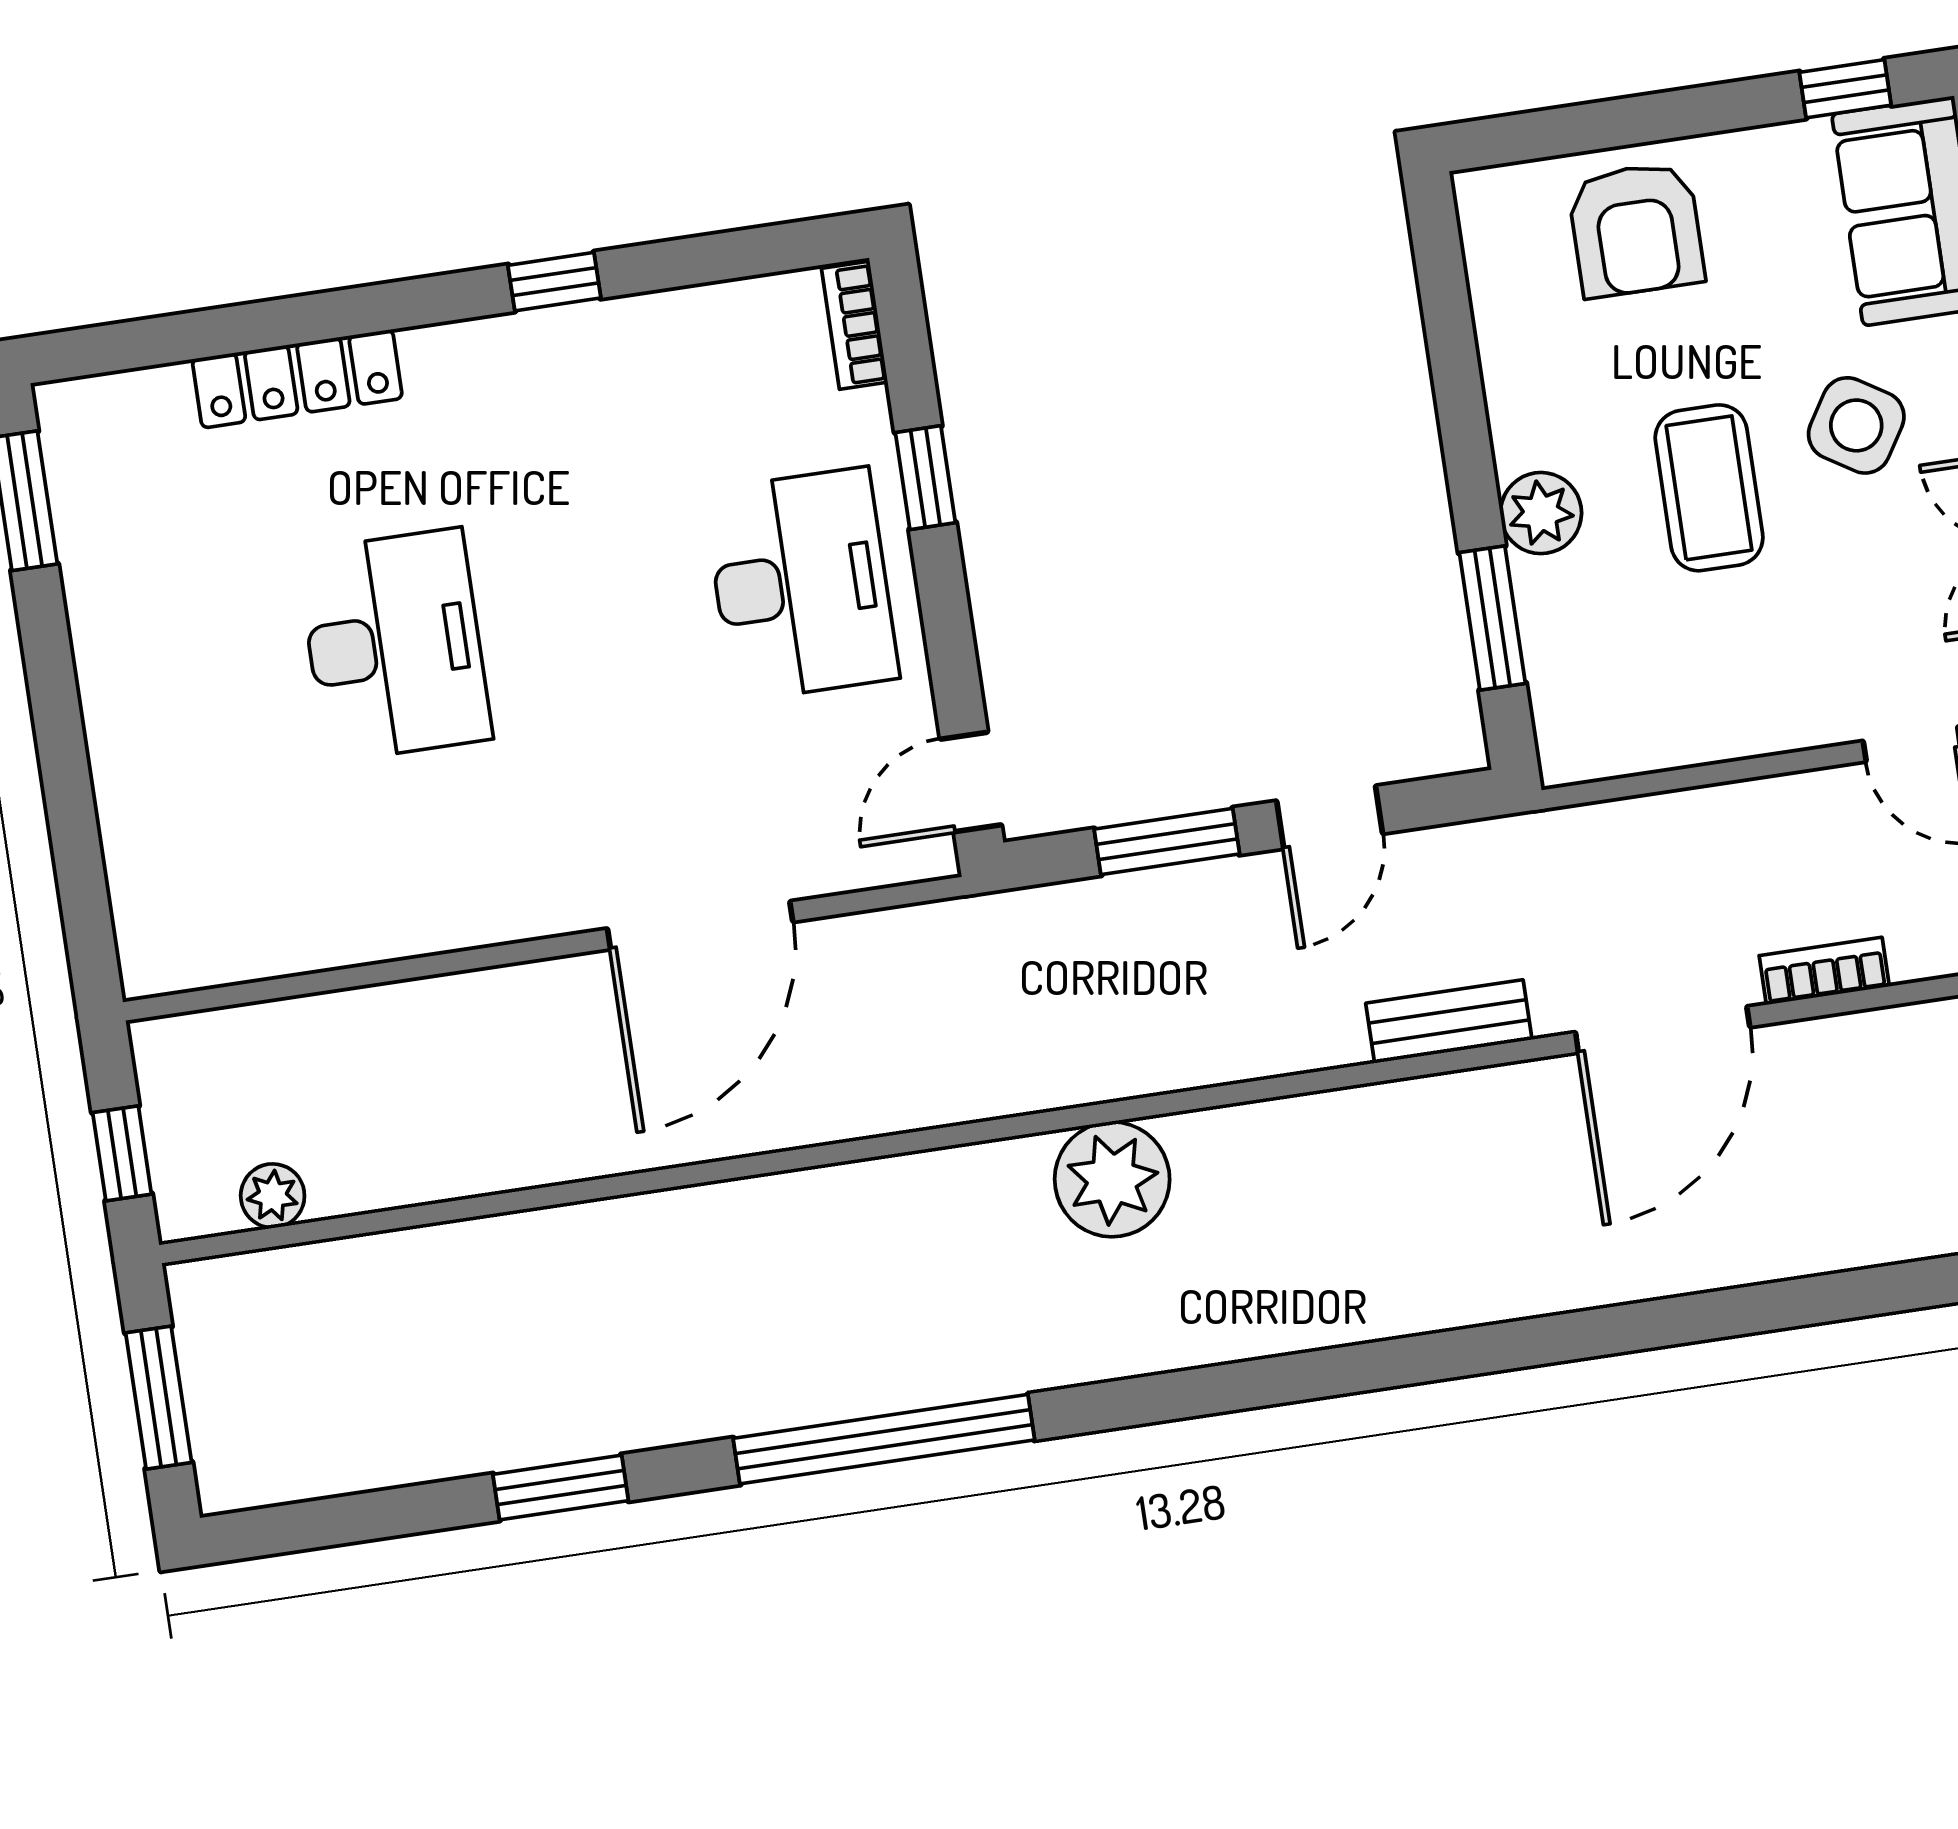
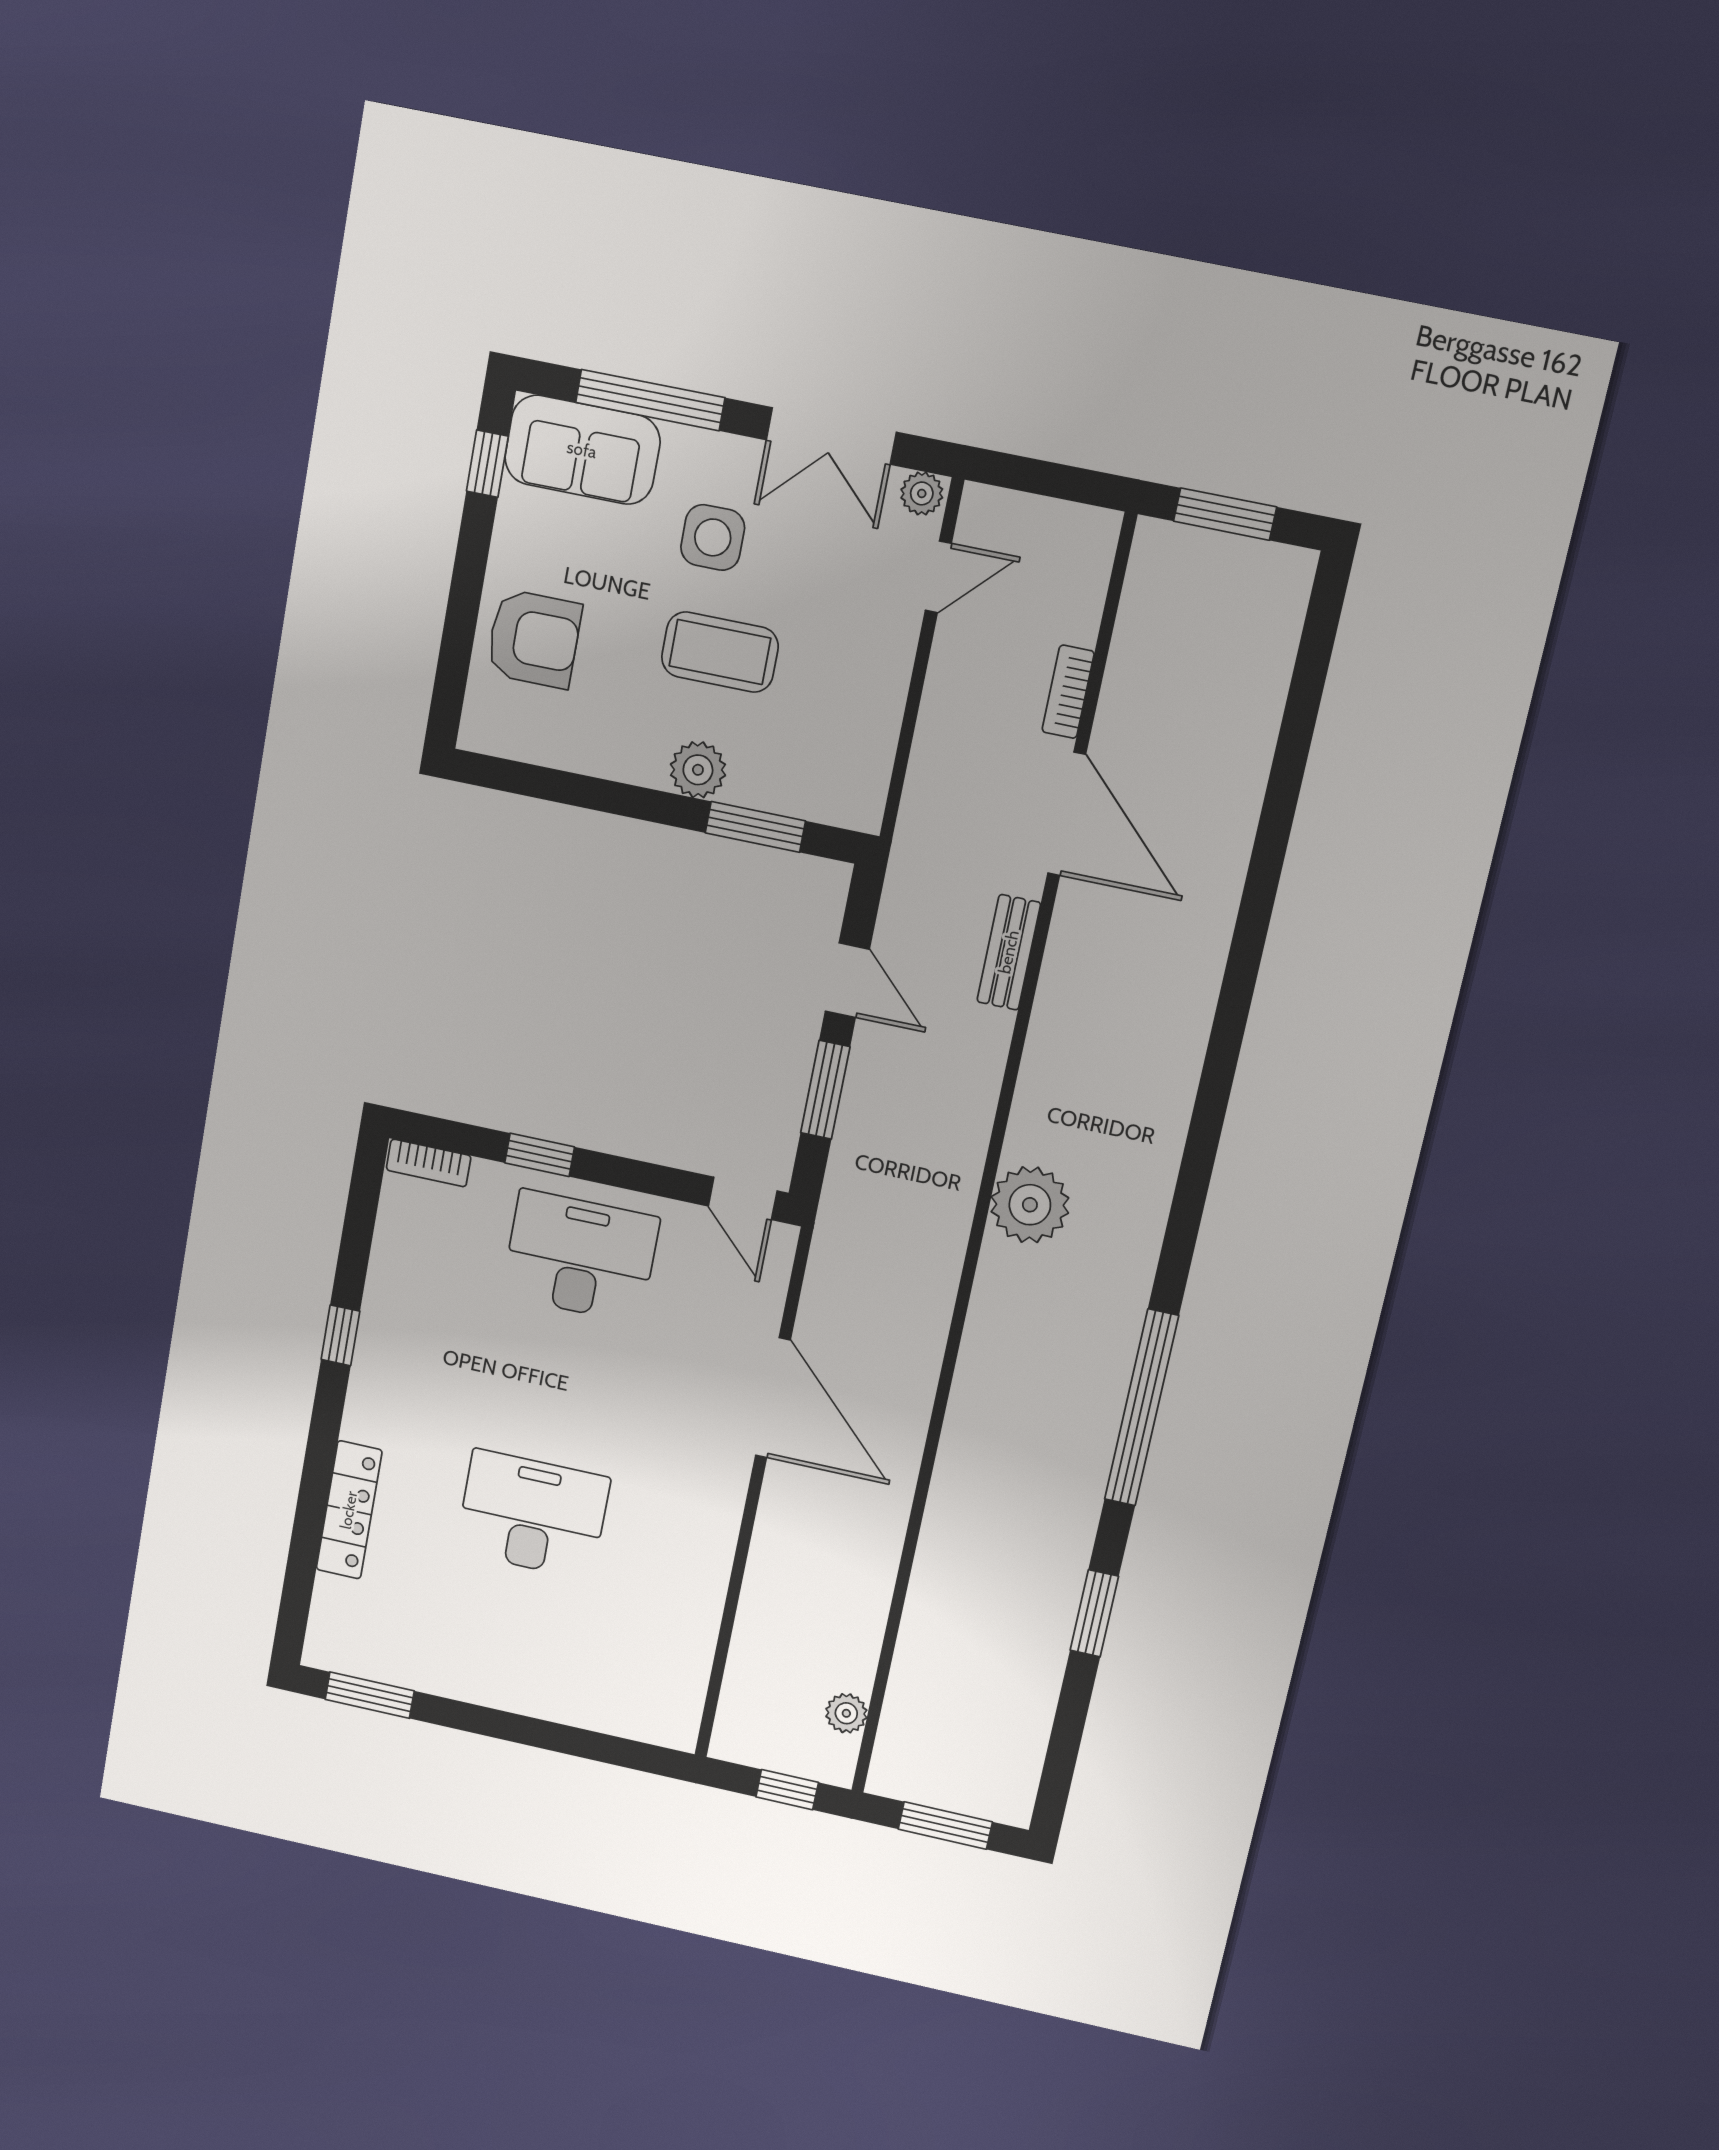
side table: (1856, 425) -> (713, 537), turned -32

